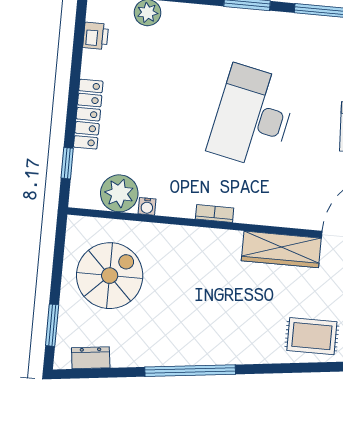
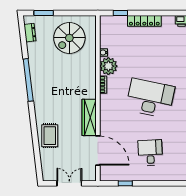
plant: (119, 193) -> (108, 66), moved
spiral stairs: (110, 276) -> (69, 38), turned 90

